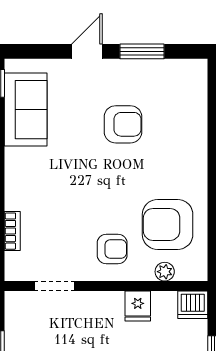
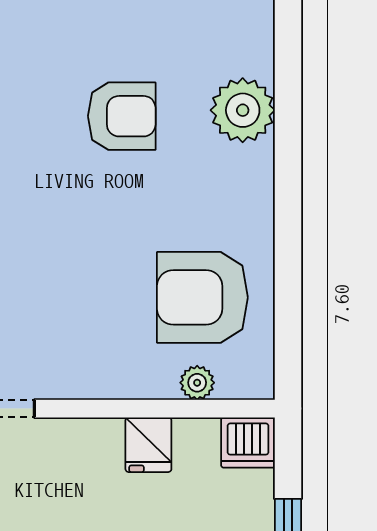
plant: (190, 121) -> (243, 110), added
armchair: (112, 249) -> (102, 342), removed

